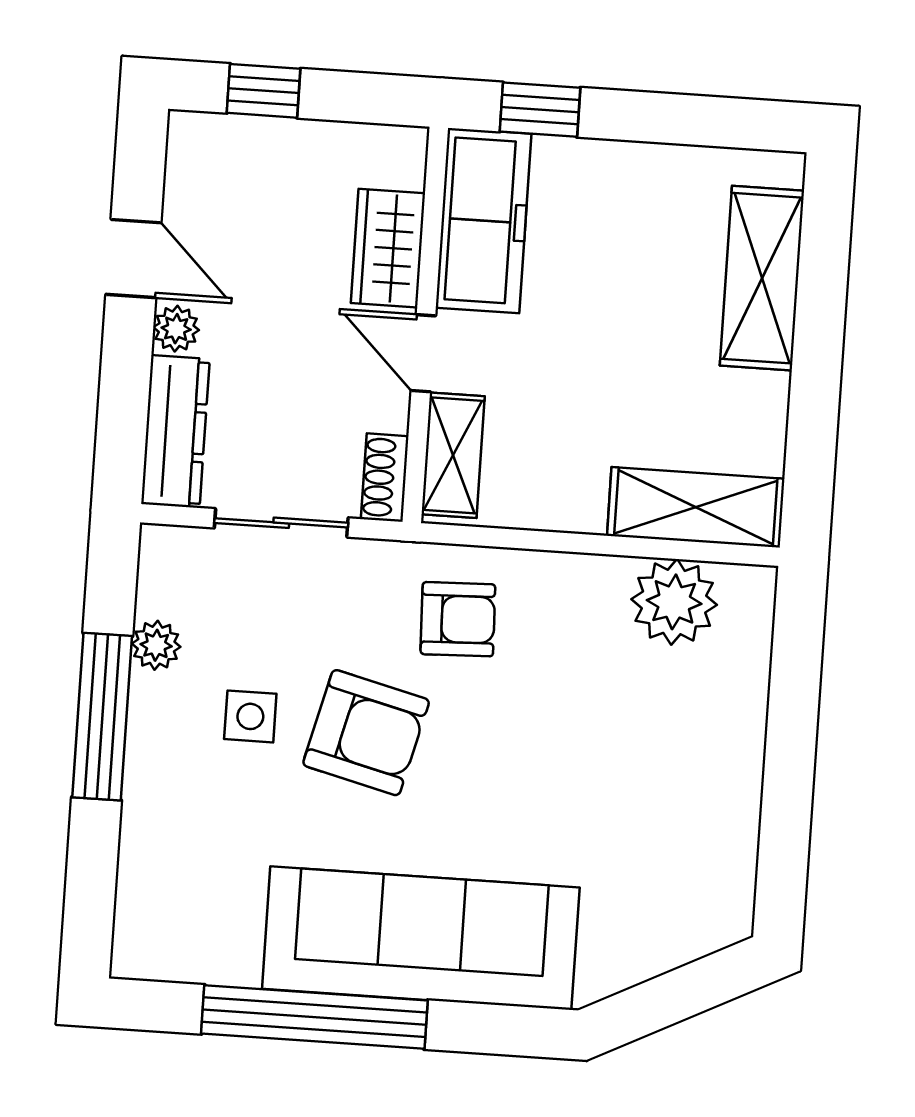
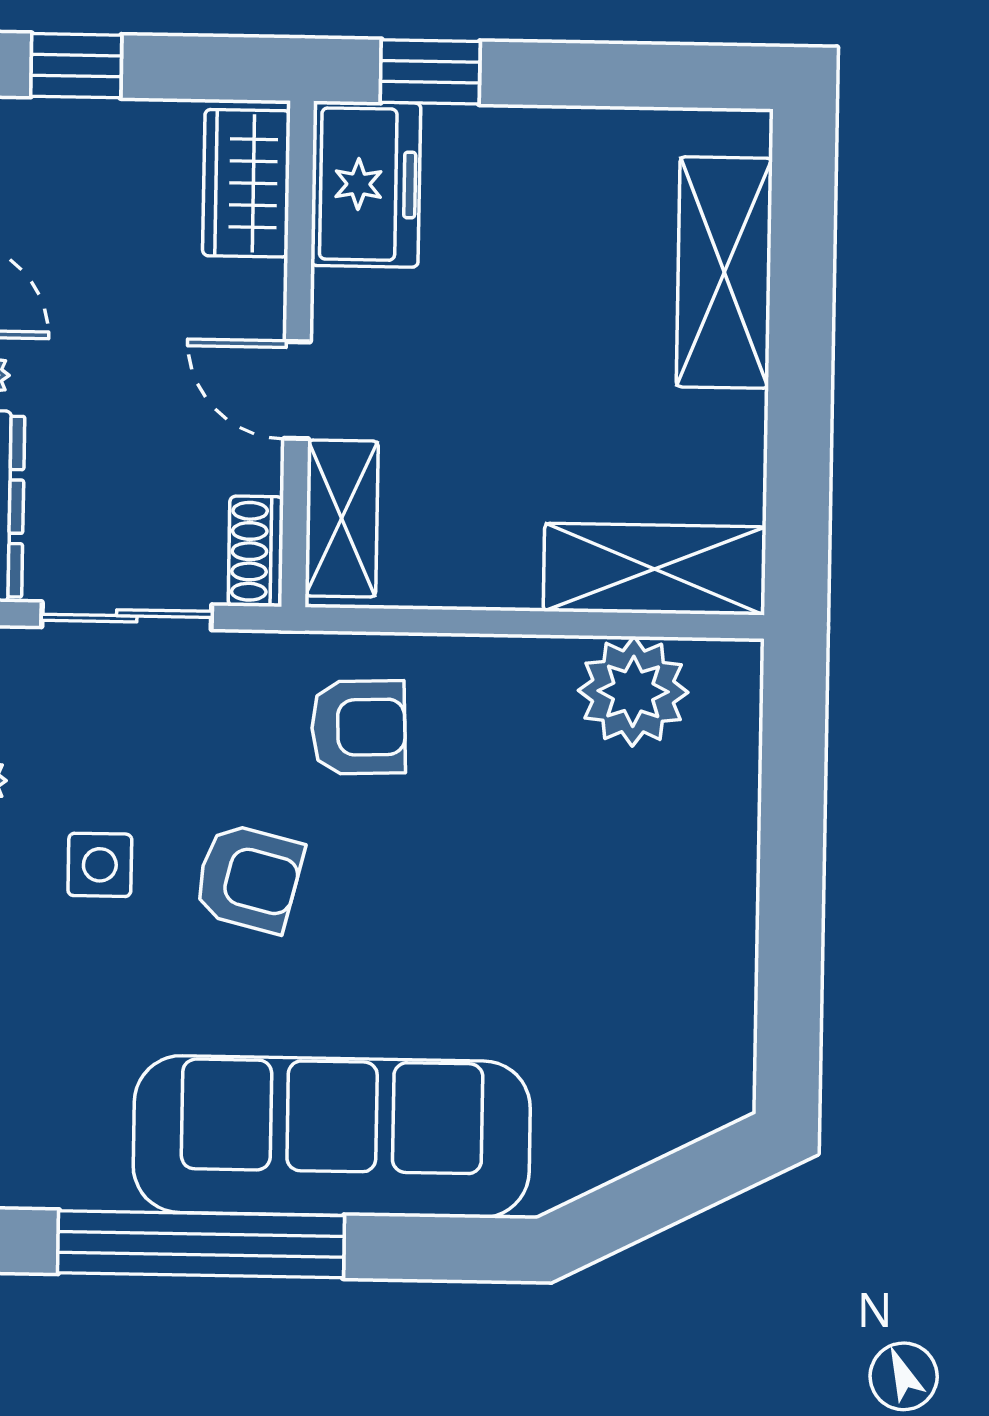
freezer: (483, 221) -> (366, 184), width x0.71
wardrobe: (388, 248) -> (246, 183), moved
armchair: (366, 733) -> (248, 878), width x0.72, depth x0.72

